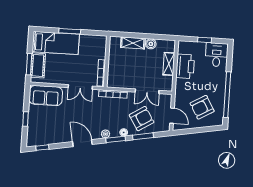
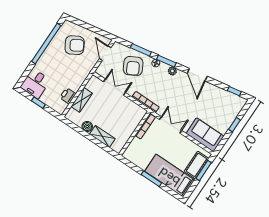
printer: (185, 66) -> (68, 96), width x0.53, depth x0.68
armchair: (142, 119) -> (133, 66), turned -86

